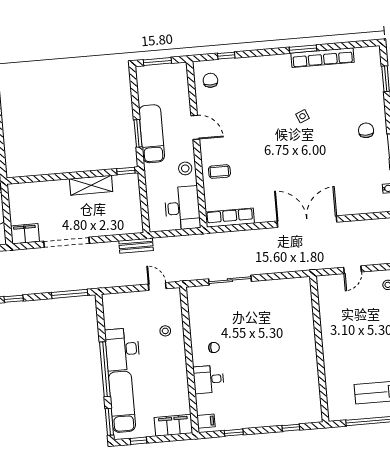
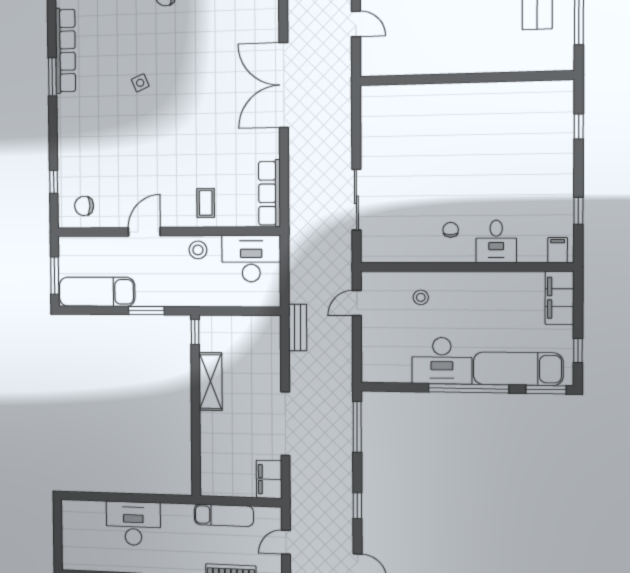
exam couch: (152, 134) -> (97, 292), moved

